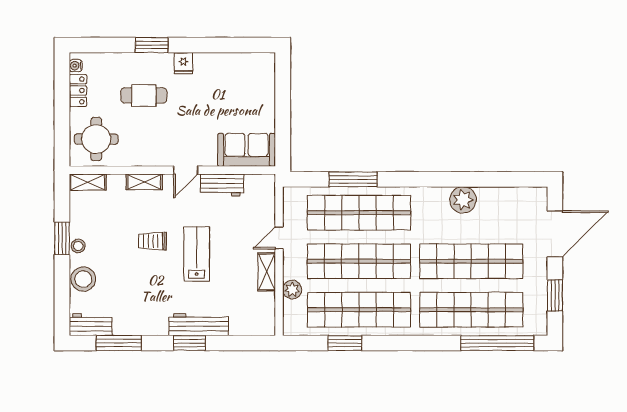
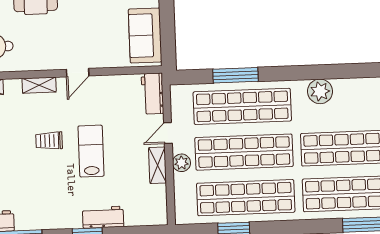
sofa: (247, 150) -> (145, 35), moved, turned -90
workbench: (222, 185) -> (152, 94), moved, turned 90
plant: (463, 200) -> (320, 91), moved
plant: (292, 290) -> (181, 163), moved
workbench: (199, 325) -> (103, 217), width x0.73

